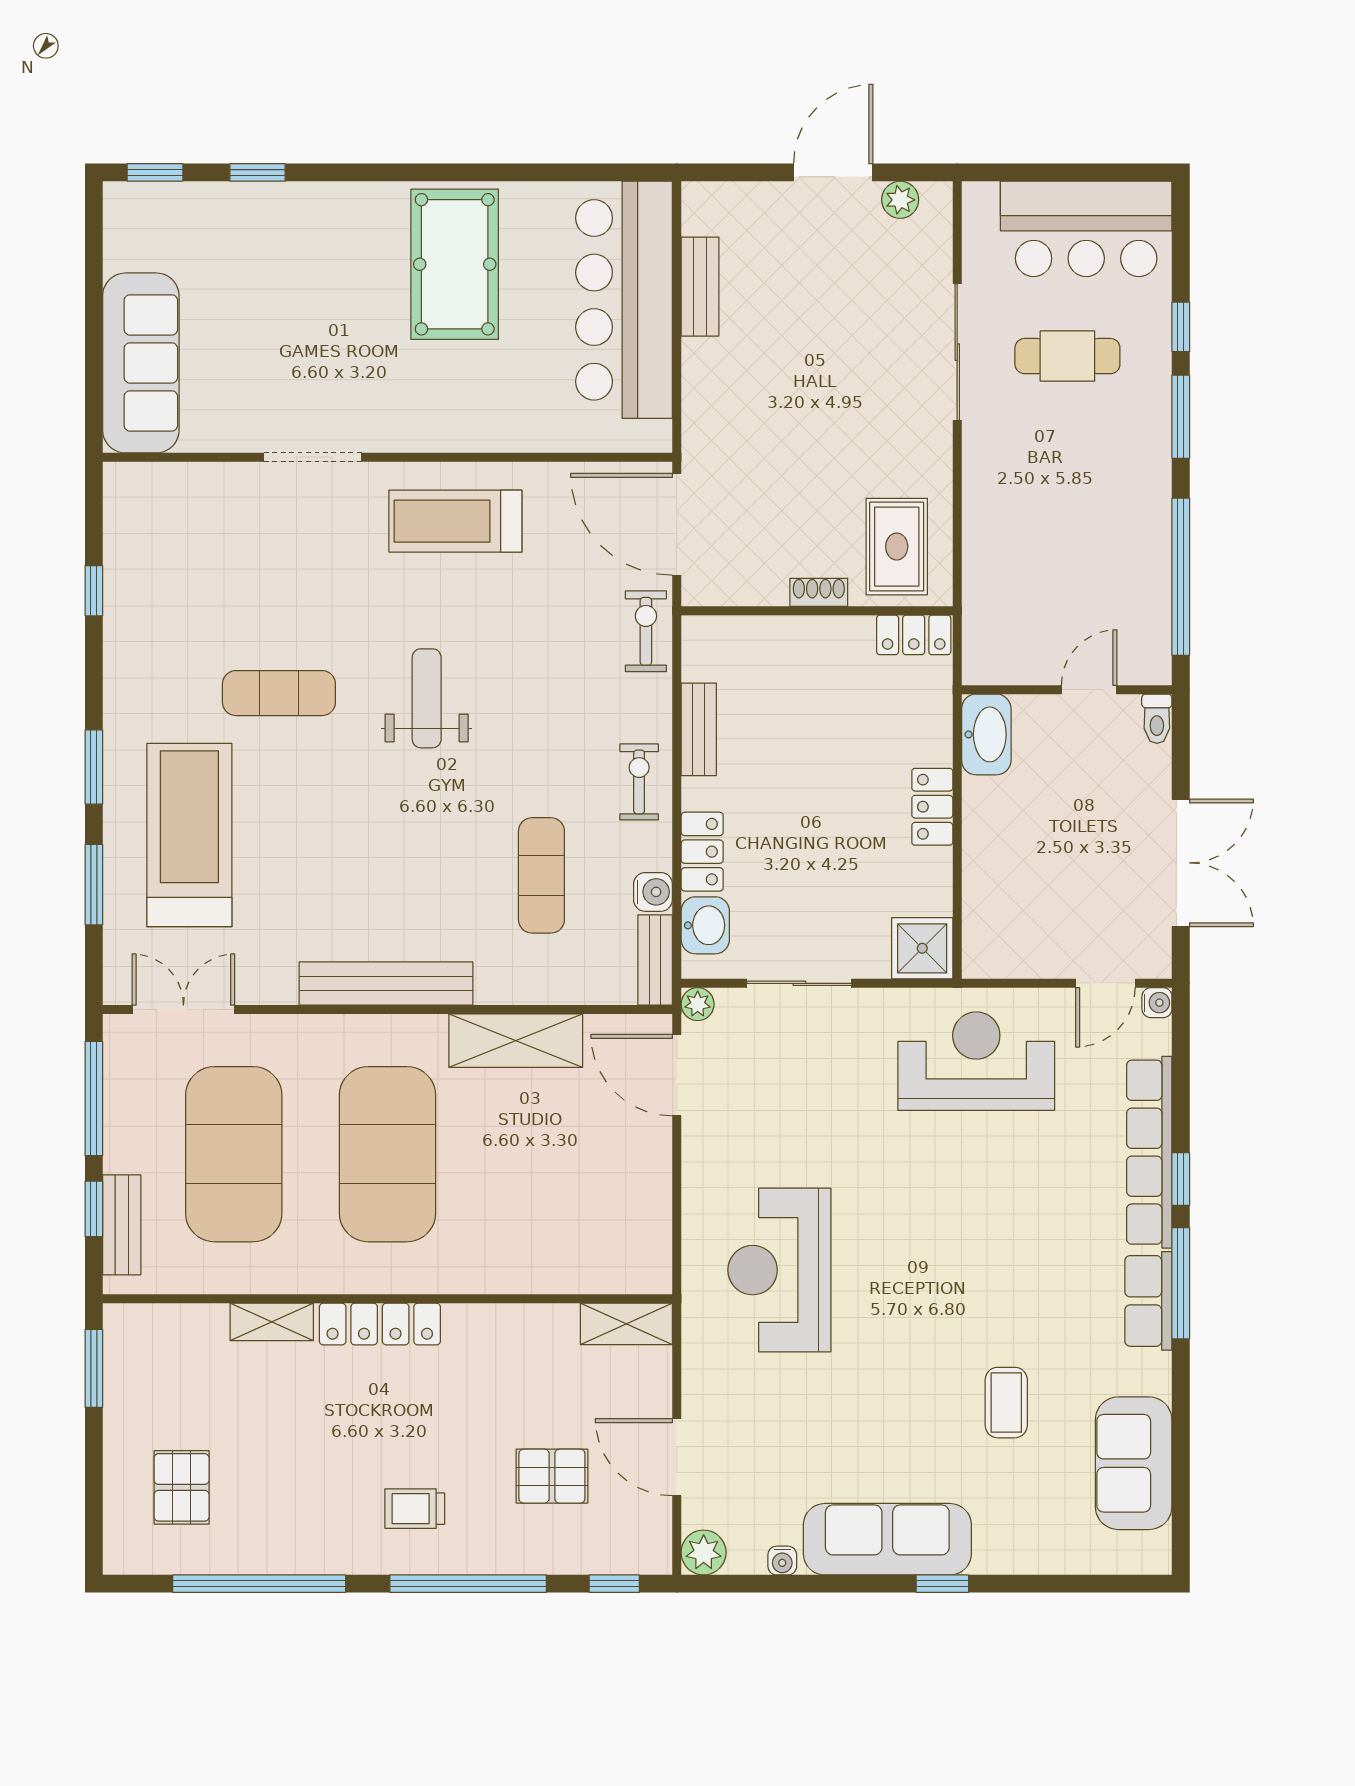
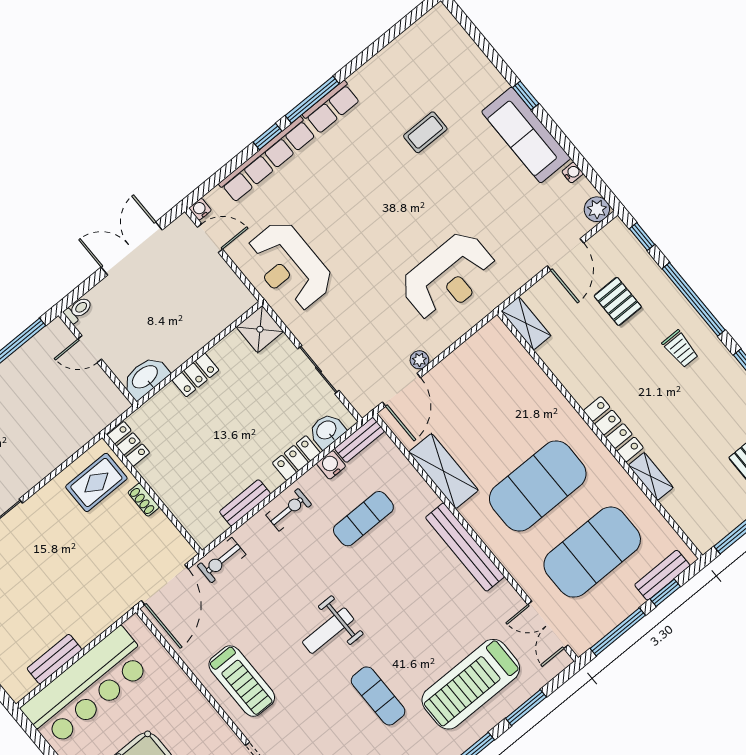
exercise bike: (639, 782) -> (289, 510), turned 180
plant: (698, 1004) -> (419, 360), moved
sofa: (1134, 1463) -> (406, 56), removed

